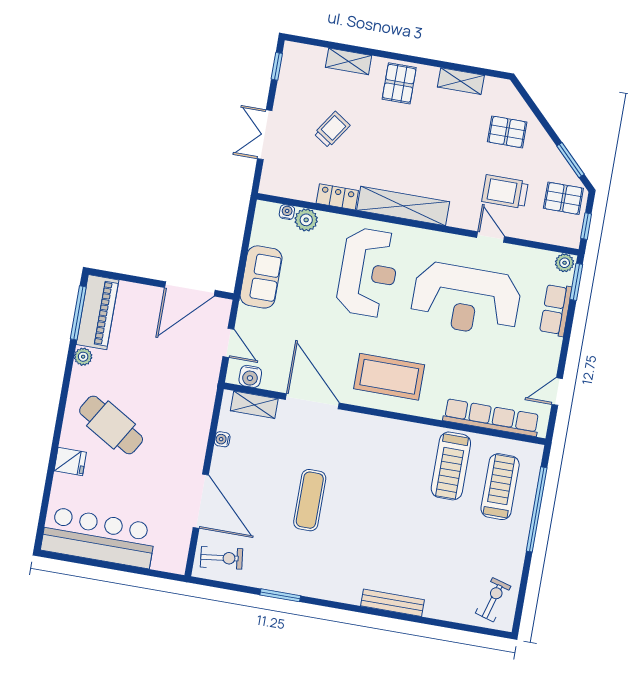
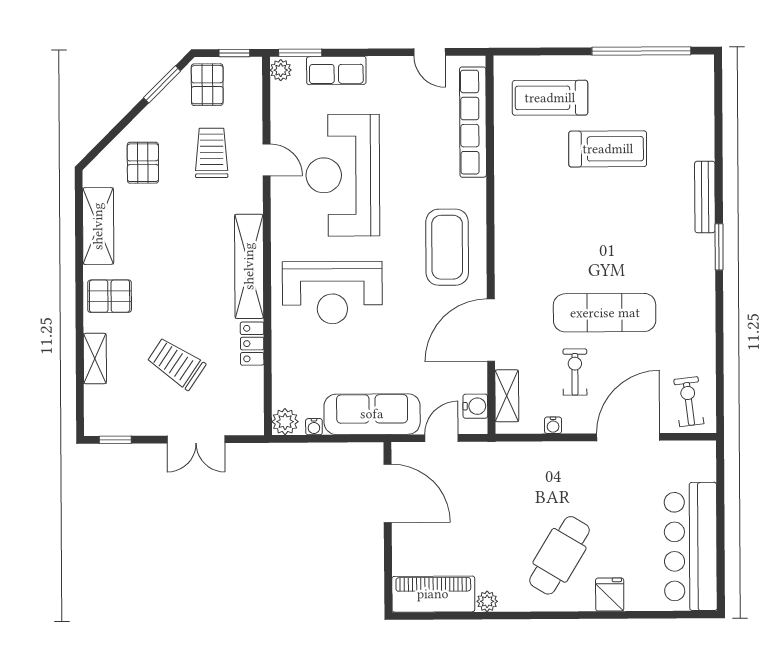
shelving: (461, 81) -> (98, 226), width x1.50, depth x1.33
trolley: (332, 130) -> (176, 363), width x1.36, depth x1.39
trolley: (505, 192) -> (212, 153), turned 180
water cooler: (287, 212) -> (314, 427), moved, turned -90
plant: (306, 220) -> (285, 422), moved
door: (491, 237) -> (267, 160), swing flipped
reception desk: (368, 273) -> (332, 293), turned 180
sofa: (261, 277) -> (372, 414), width x1.36
reception desk: (466, 299) -> (343, 175), turned 180
window: (78, 313) -> (438, 616), removed
treadmill: (451, 466) -> (608, 149), moved
exercise mat: (310, 500) -> (605, 313), width x1.36, depth x1.45
window: (537, 509) -> (641, 51), moved
window: (280, 595) -> (719, 247), moved
exercise bike: (493, 600) -> (575, 372), moved, turned 74

